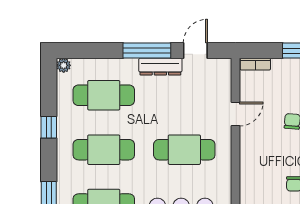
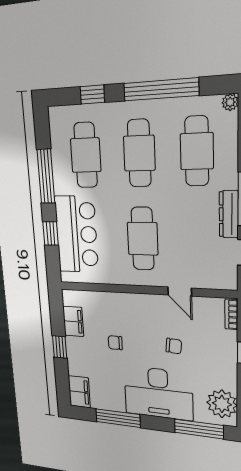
window: (49, 127) -> (161, 89), width x3.17

